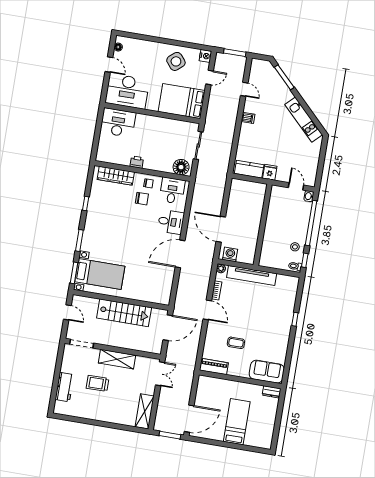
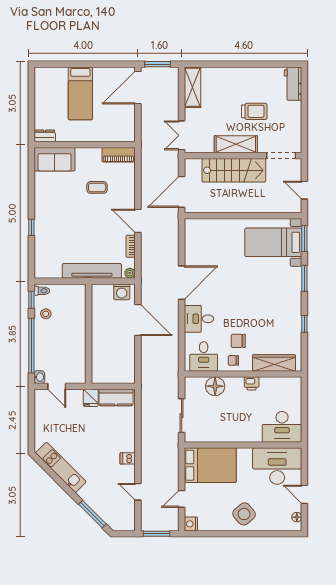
side table: (176, 61) -> (244, 514), moved
floor lamp: (181, 167) -> (215, 386), moved
stairs: (124, 313) -> (234, 170), moved, turned 180
workbench: (64, 387) -> (293, 84), moved

